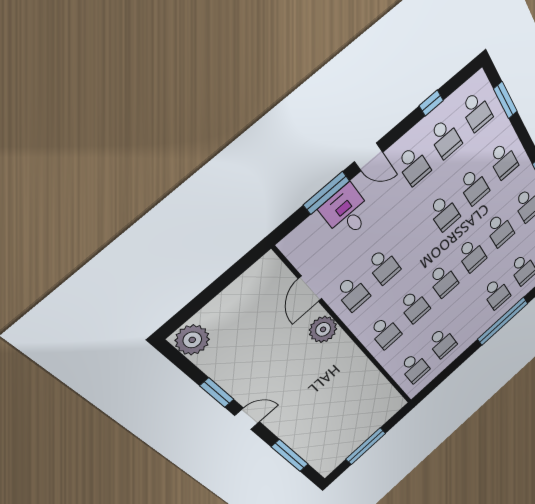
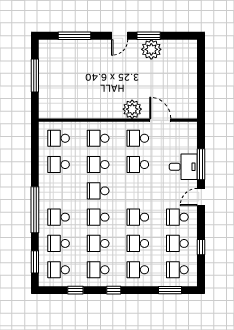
plant: (192, 340) -> (151, 49), moved

